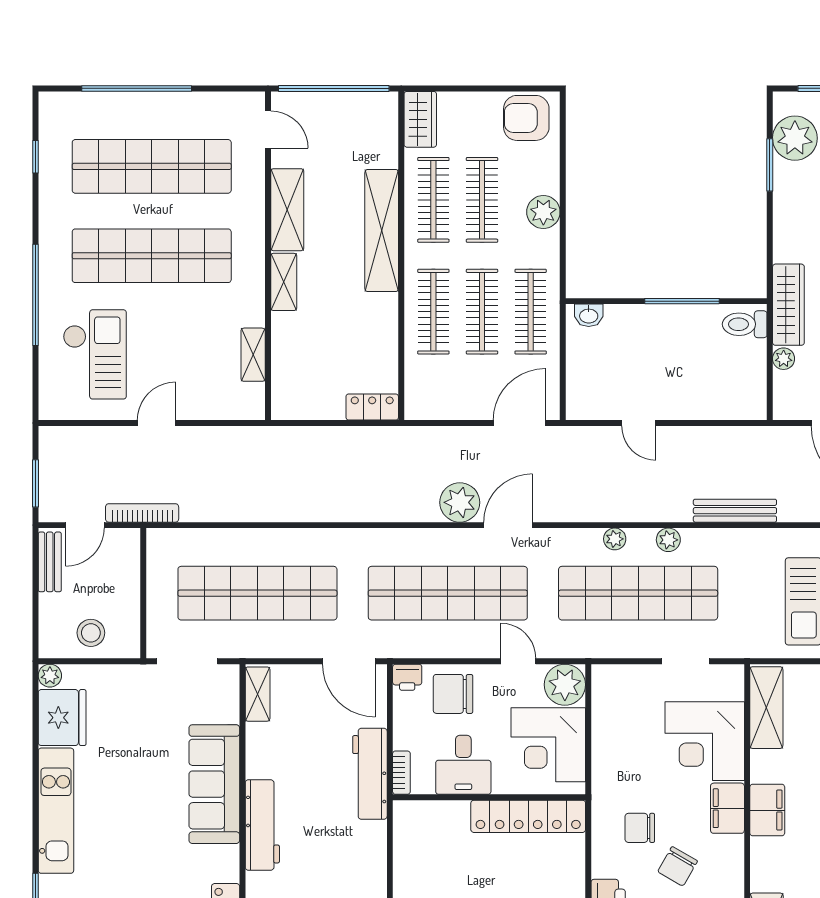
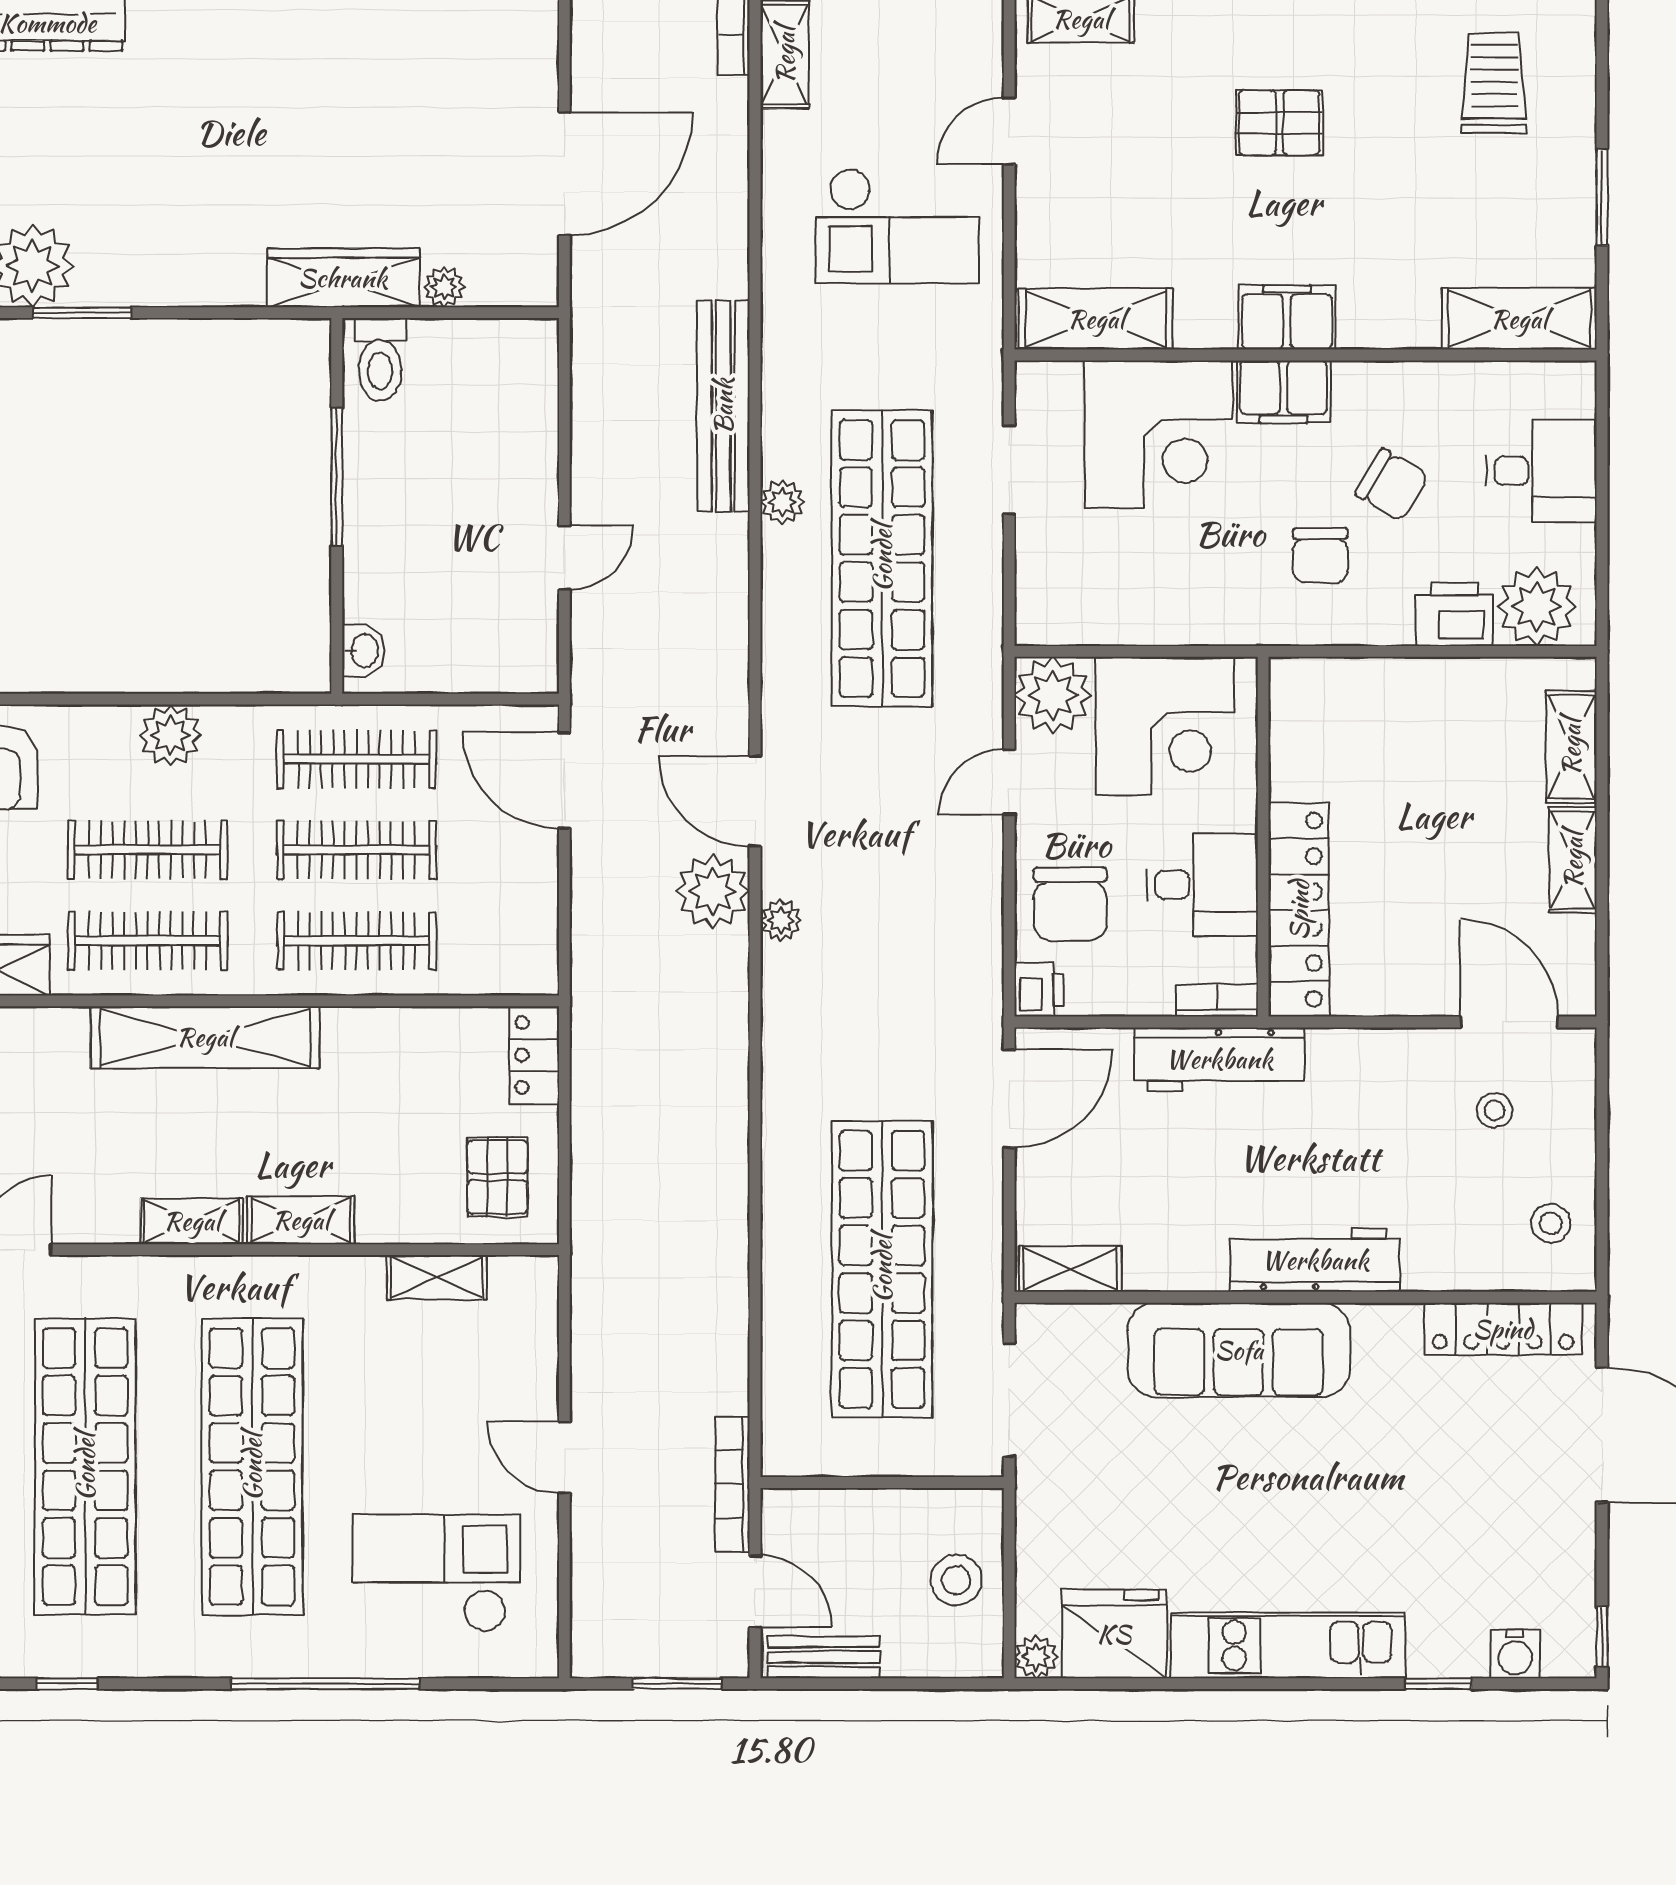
shelving: (287, 210) -> (192, 1221), width x0.67, depth x0.75
pallet: (307, 387) -> (497, 1177), added
bench: (735, 511) -> (723, 406), width x1.37, depth x1.21
plant: (615, 539) -> (781, 920), moved
shop shelf: (448, 593) -> (882, 914), removed
locker: (528, 816) -> (1299, 910), moved

